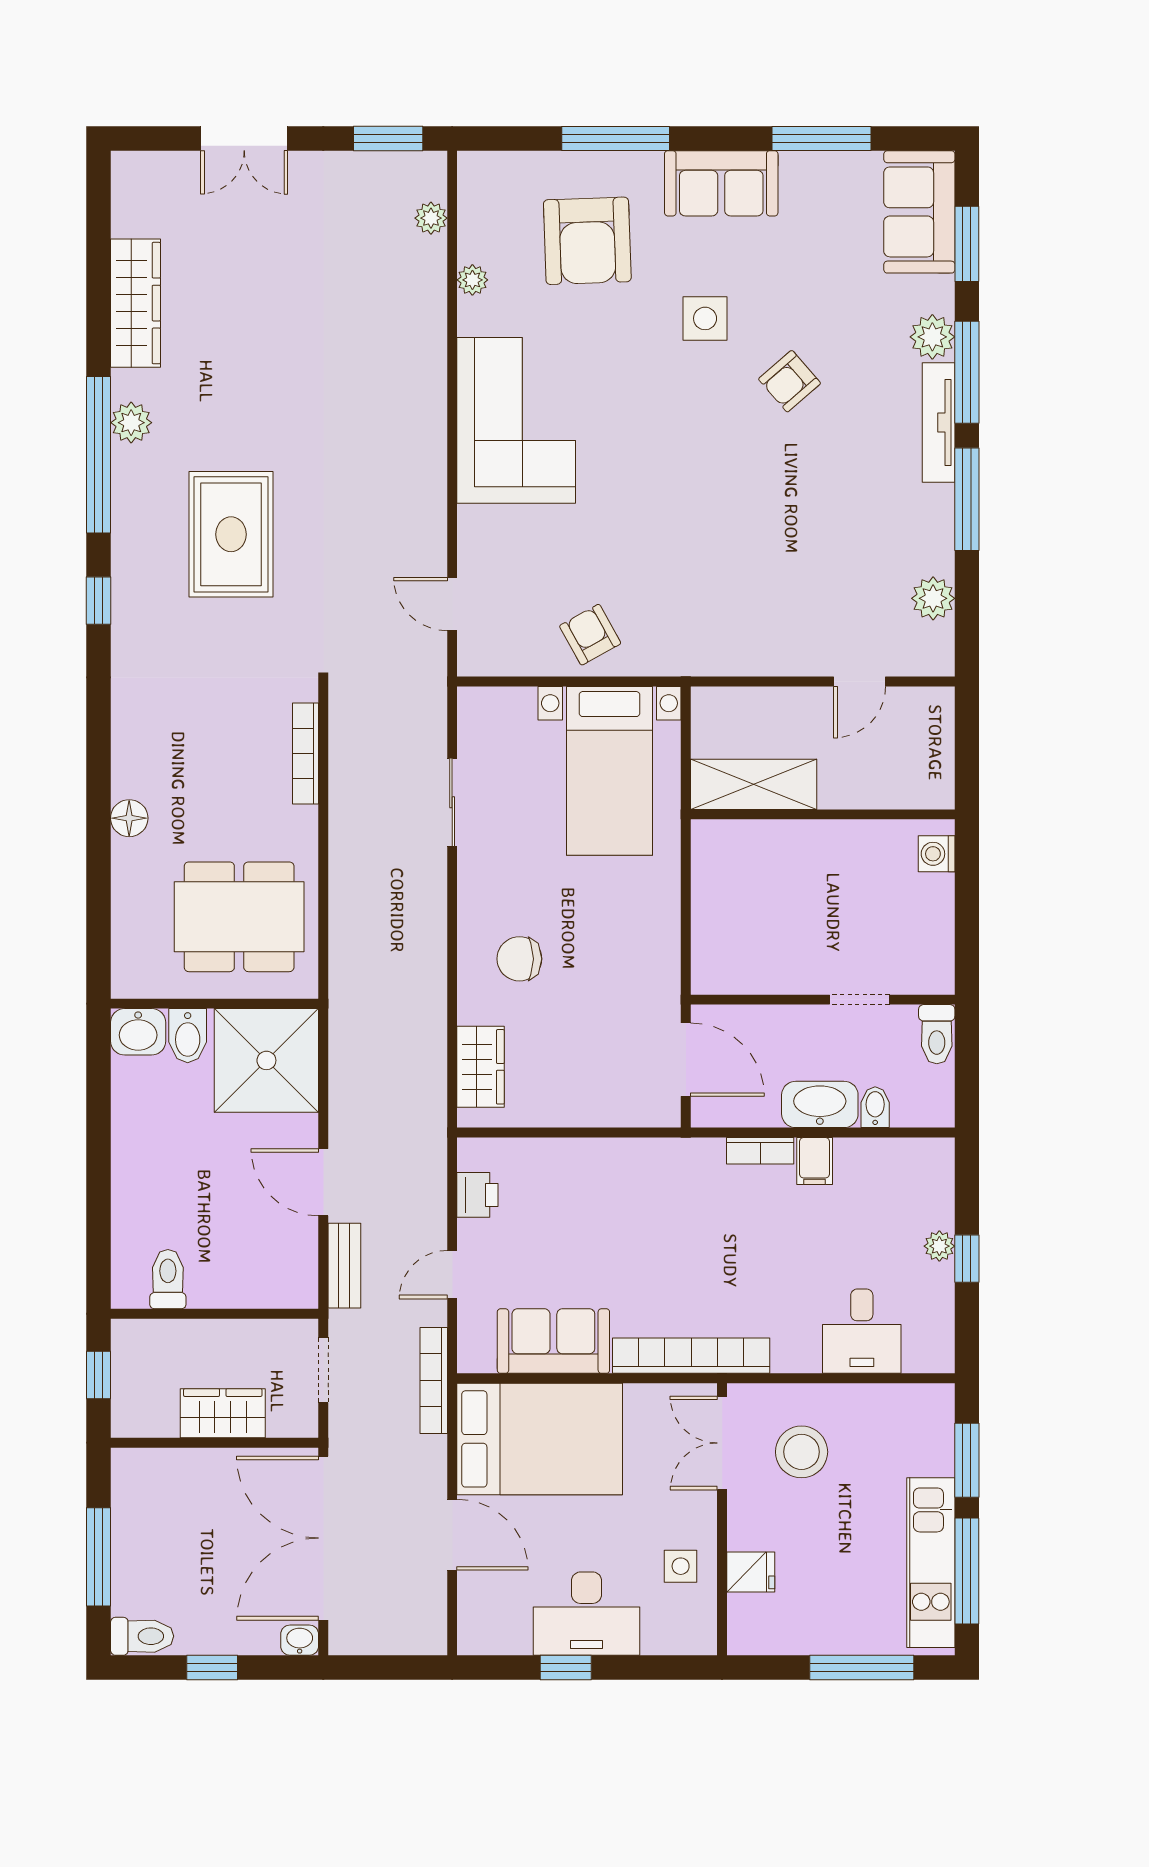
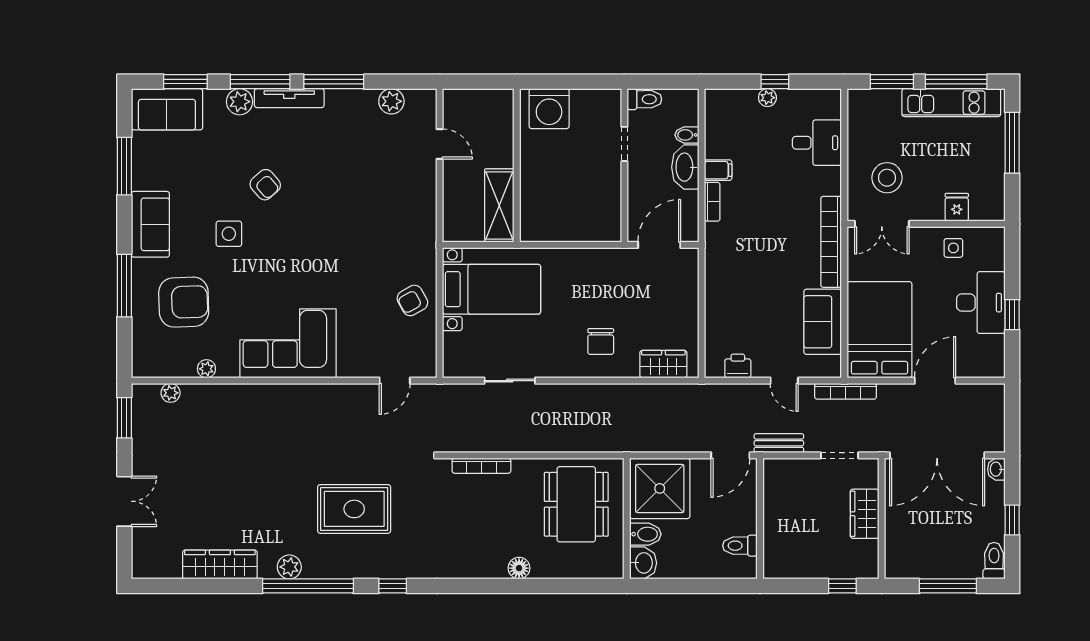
washing machine: (937, 854) -> (549, 109), width x1.89, depth x1.89
toilet: (168, 1279) -> (740, 546), moved
wall: (215, 1314) -> (760, 519), moved

